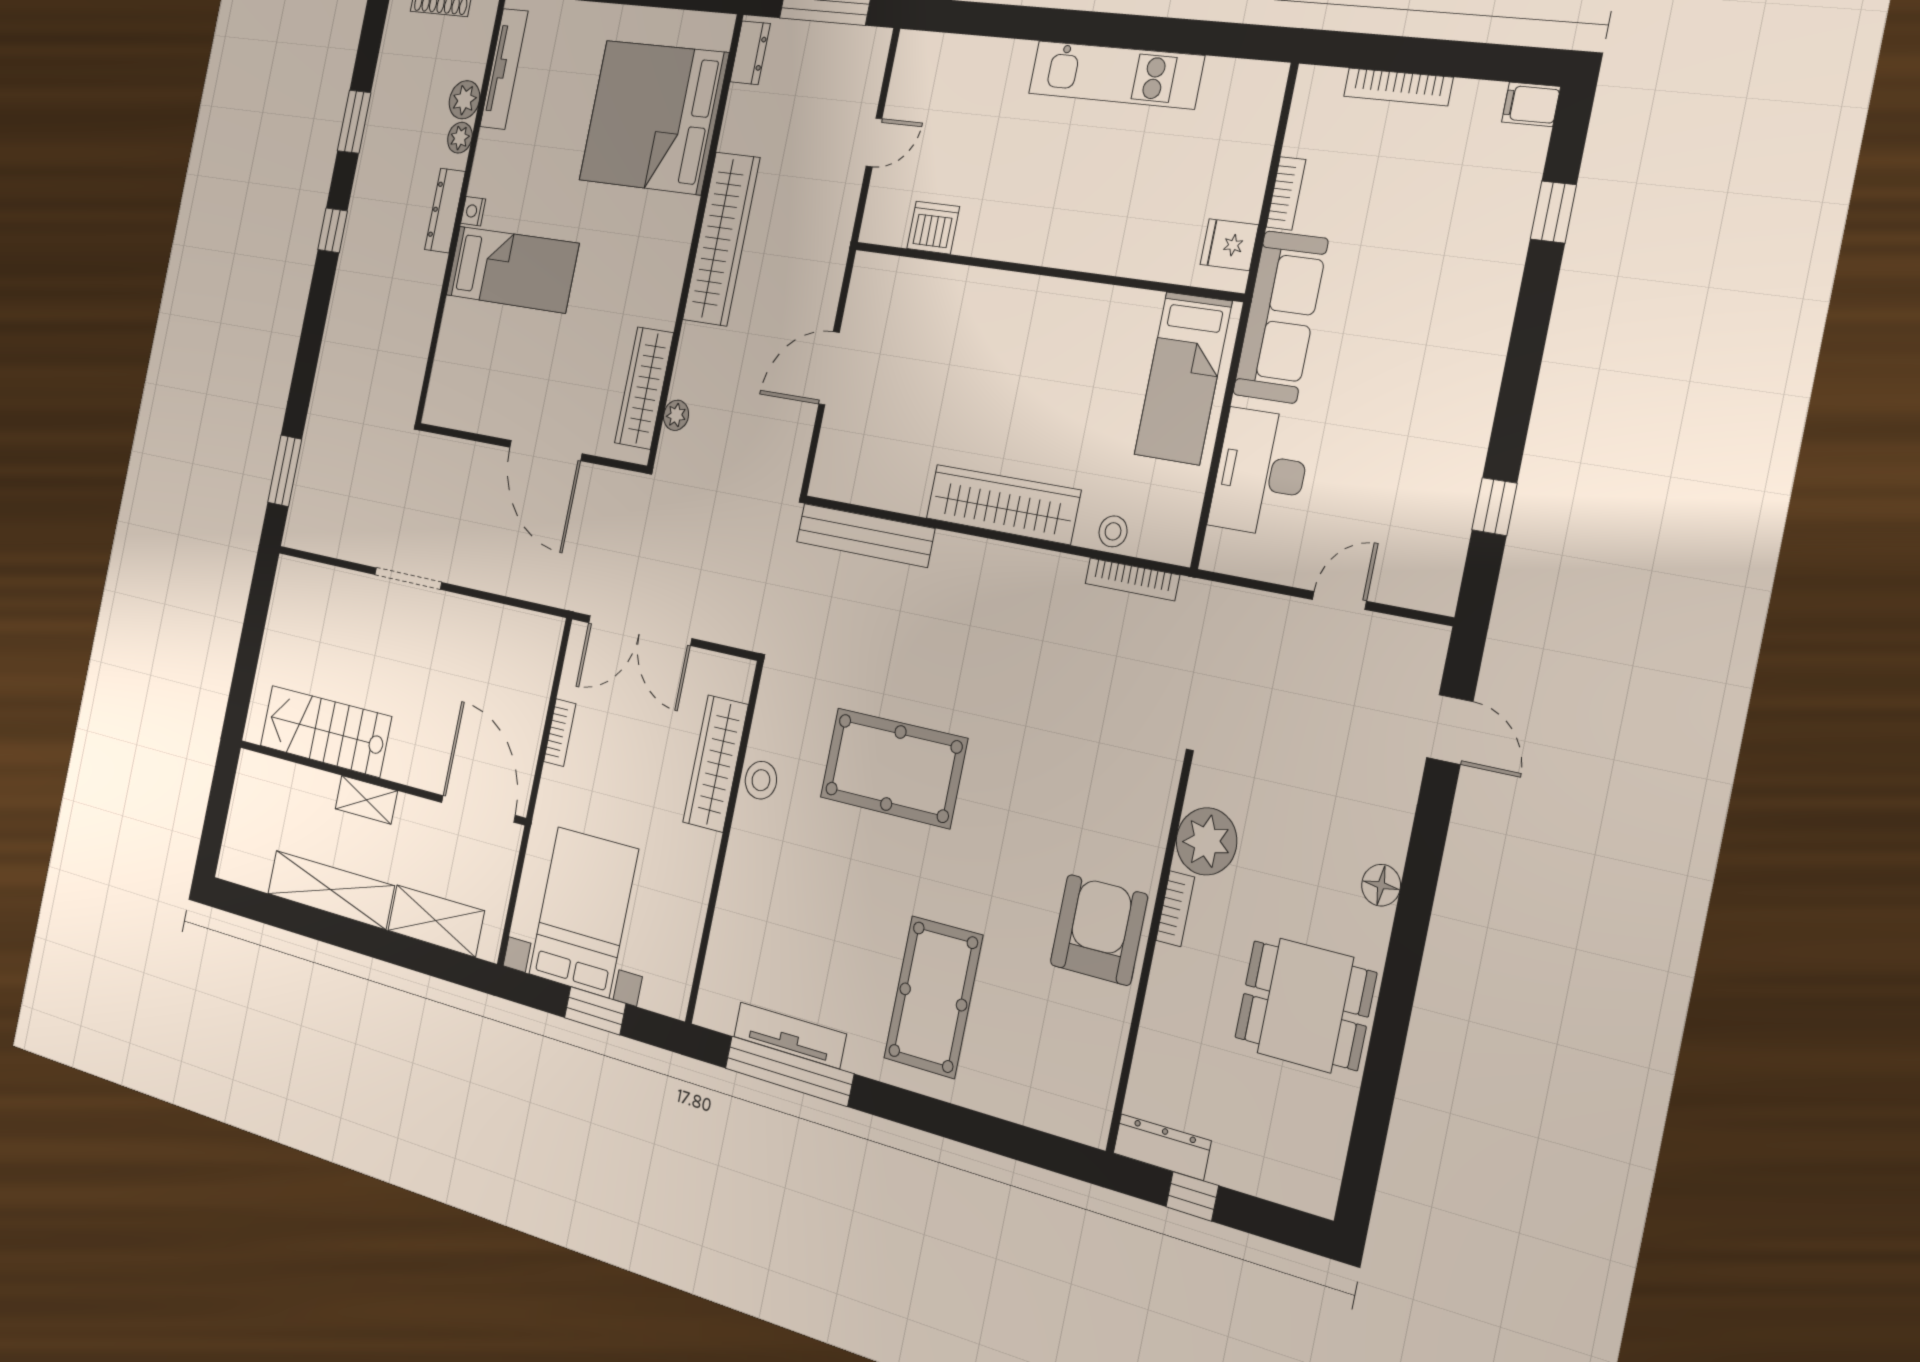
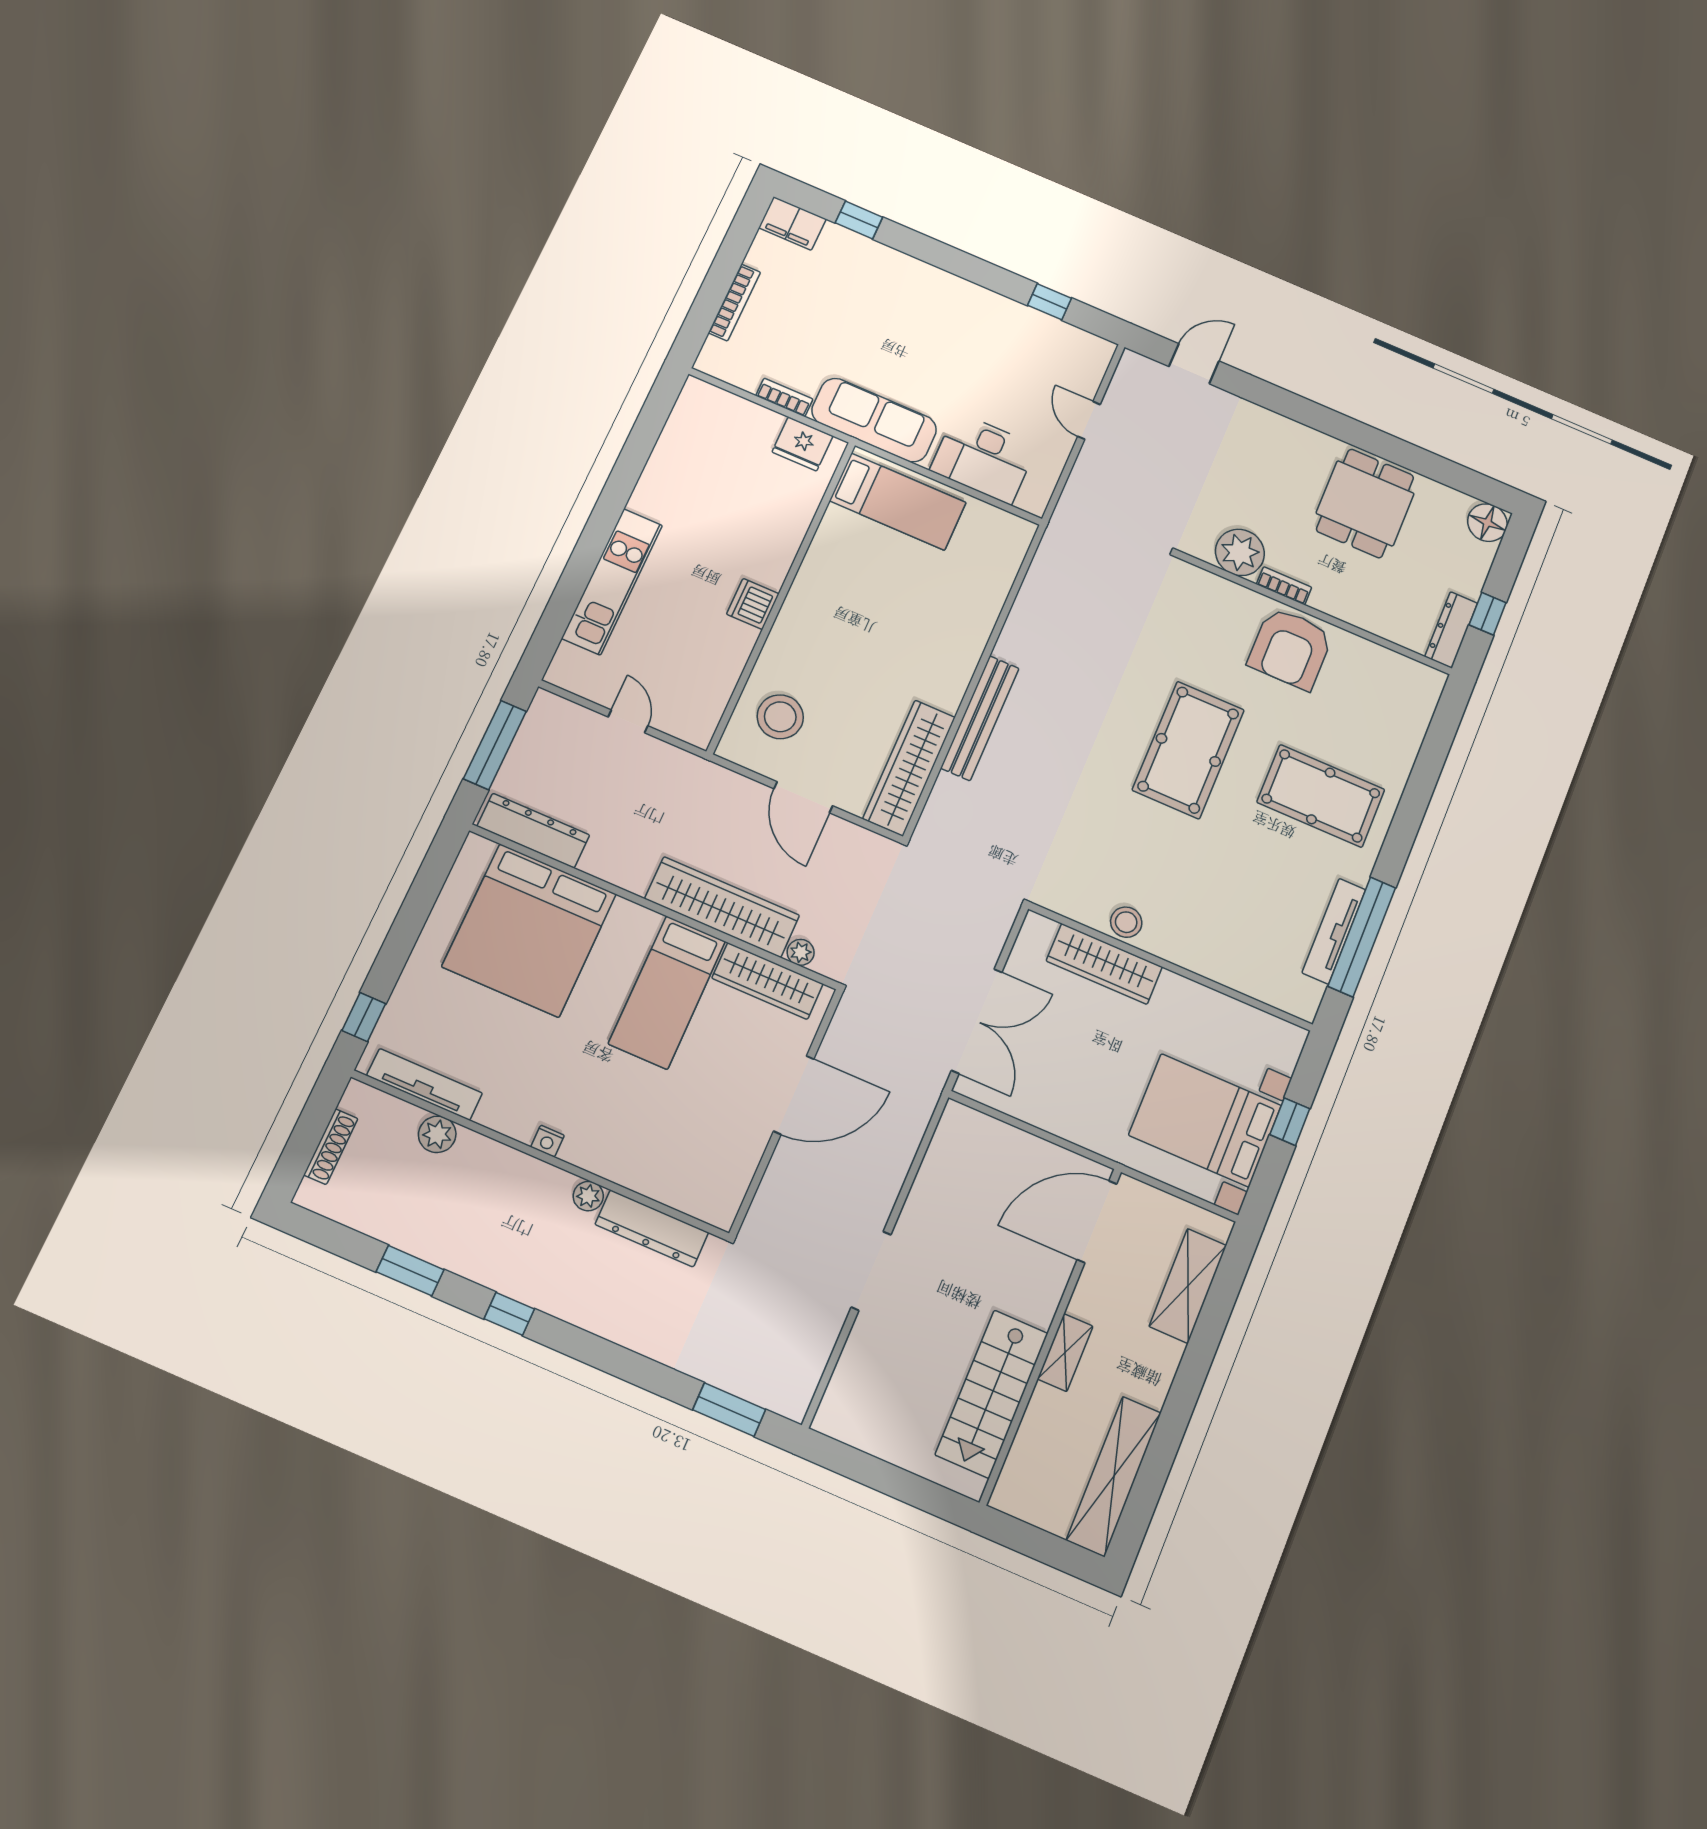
dresser: (750, 53) -> (533, 831), width x1.96, depth x1.24
kitchen unit: (1116, 75) -> (612, 582), moved
filing cabinet: (1531, 104) -> (792, 223), width x2.00
plant: (460, 138) -> (588, 1196), moved
dresser: (445, 211) -> (652, 1228), moved, width x1.37, depth x1.24
dishwasher: (933, 228) -> (753, 604), moved
wardrobe: (721, 239) -> (722, 907), moved
fridge: (1229, 245) -> (802, 444), width x1.38
bed: (512, 269) -> (667, 992), moved, turned 180
wardrobe: (1003, 504) -> (909, 768), moved
stool: (1113, 531) -> (780, 717), moved, width x1.89, depth x1.89
bench: (865, 535) -> (980, 718), moved
bookcase: (1132, 579) -> (1038, 571), removed
bookcase: (560, 733) -> (1047, 1120), removed
pool table: (893, 768) -> (1188, 750), moved
floor lamp: (1381, 885) -> (1487, 523), moved, width x1.38, depth x1.38
shelving: (330, 890) -> (1114, 1476), moved
armchair: (1099, 930) -> (1290, 648), turned -90
window: (595, 1011) -> (1290, 1122), width x0.67

